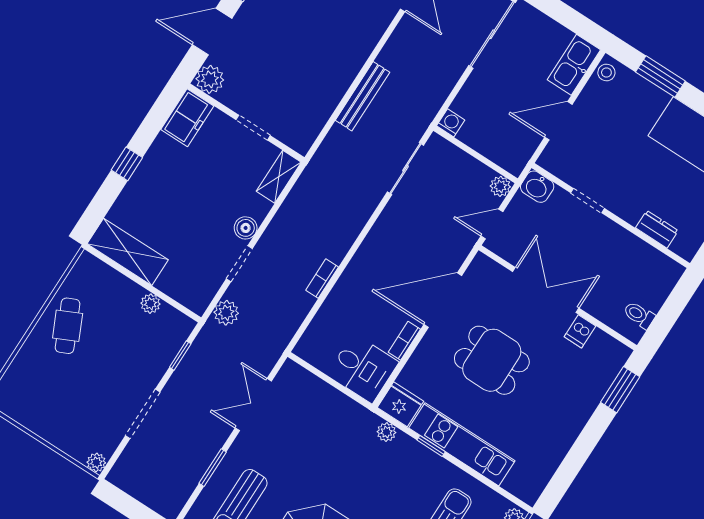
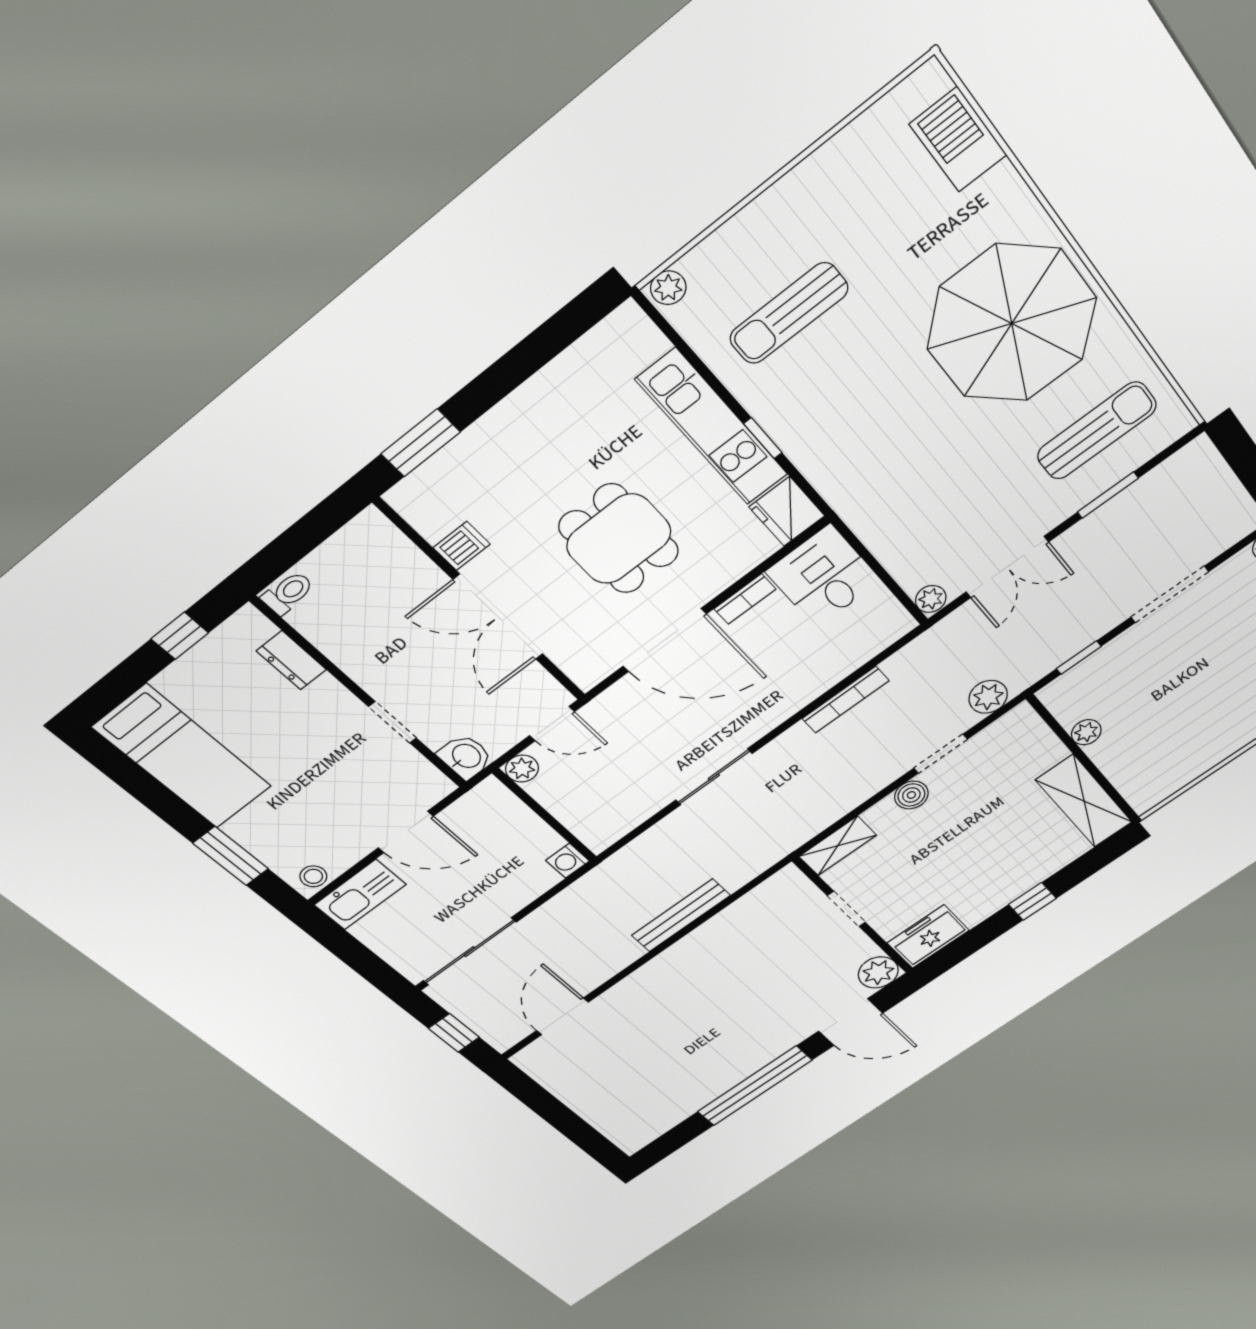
sliding door: (405, 168) -> (714, 777), moved
bookcase: (322, 279) -> (846, 700), width x1.56
toilet: (639, 315) -> (288, 593), moved, turned -90
cafe table: (68, 326) -> (1210, 731), removed
plant: (386, 432) -> (931, 599), moved

